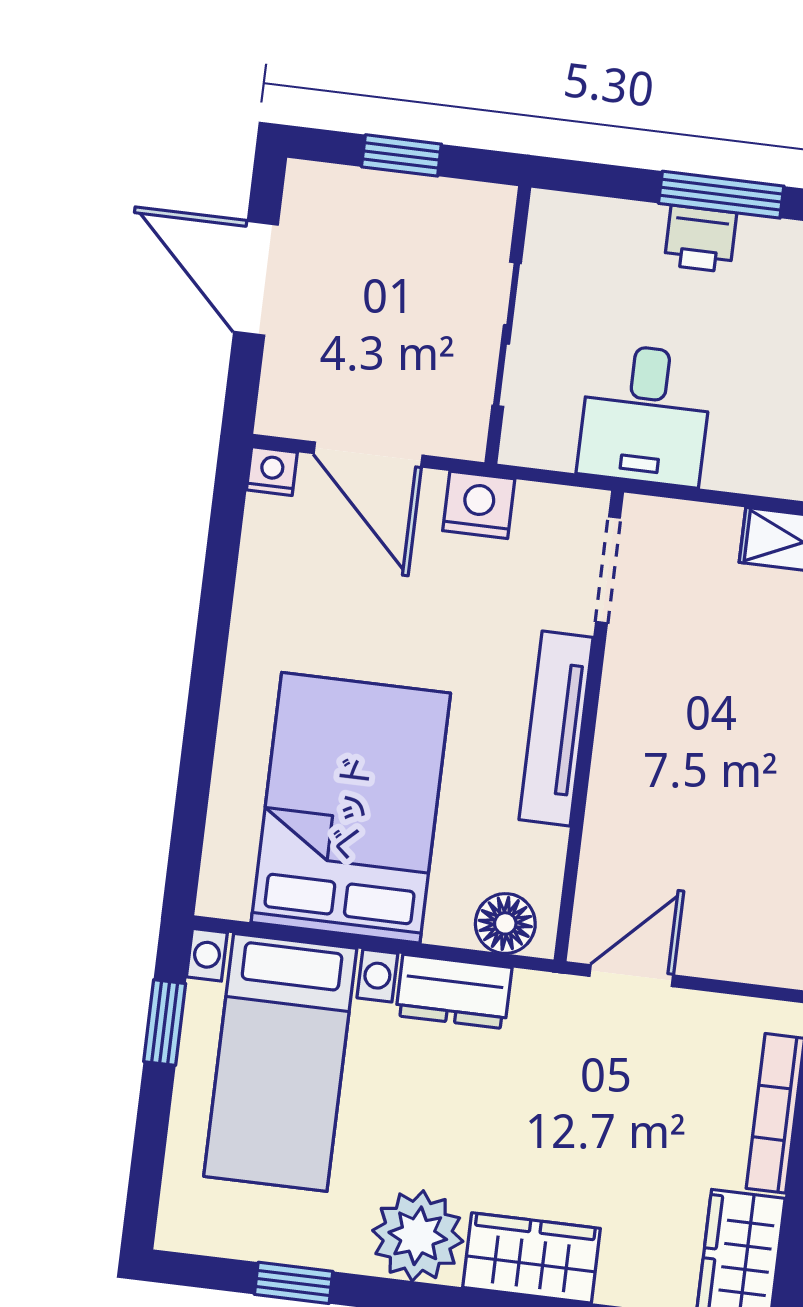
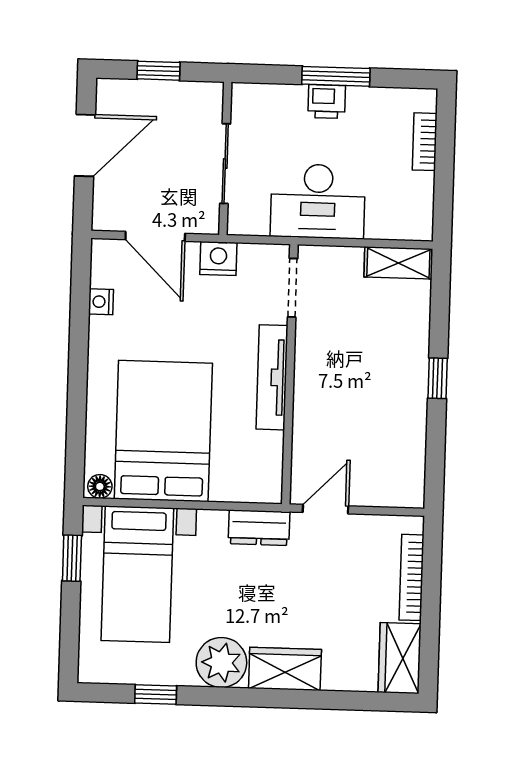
door: (256, 278) -> (85, 145), swing flipped
desk: (645, 415) -> (318, 201), width x1.37
nightstand: (272, 471) -> (101, 302), moved, turned -90
floor lamp: (505, 923) -> (100, 486), moved, width x0.73, depth x0.73
dresser: (454, 992) -> (259, 528), moved

